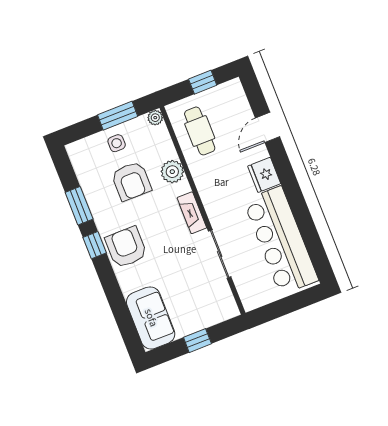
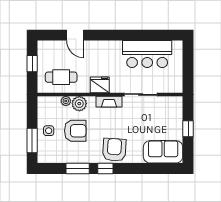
window: (118, 116) -> (32, 140), moved
plant: (155, 118) -> (66, 101), moved
fridge: (264, 175) -> (100, 85), moved, turned 180
bar counter: (281, 240) -> (147, 54), width x0.73
armchair: (126, 247) -> (114, 150), turned 94

